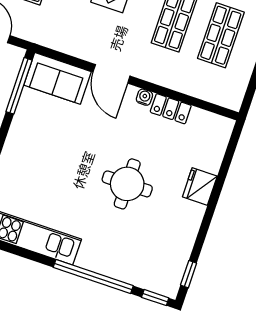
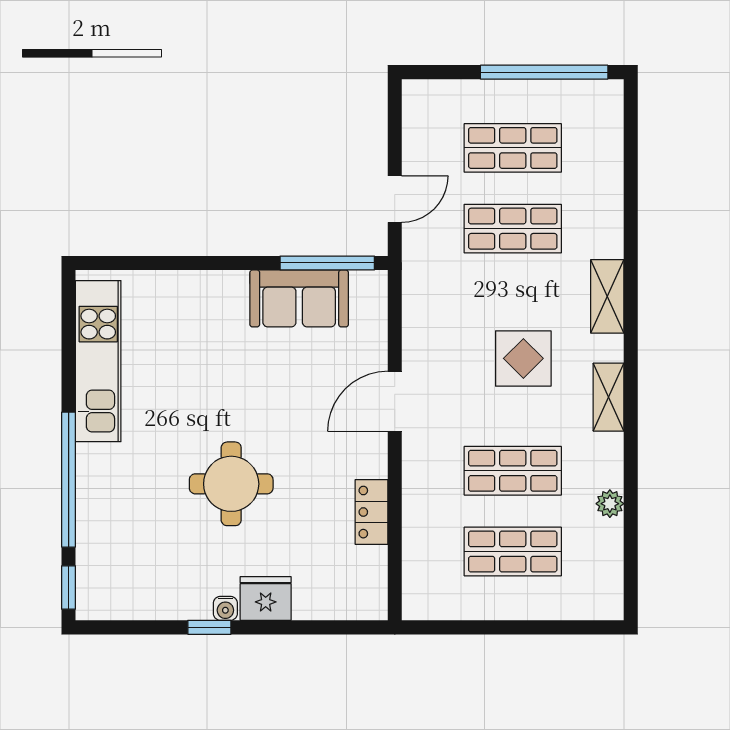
sofa: (58, 78) -> (299, 298), moved, turned -90
water cooler: (144, 97) -> (225, 608), moved, turned 90
window: (189, 274) -> (209, 627), moved

